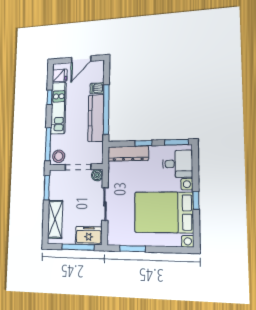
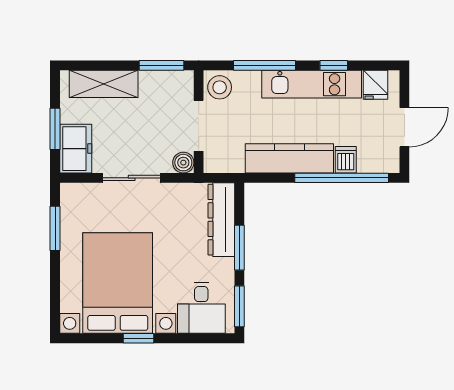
door: (81, 59) -> (404, 127), swing flipped
window: (106, 109) -> (342, 178), moved
window: (143, 143) -> (239, 248), width x1.50
window: (48, 144) -> (265, 65), moved
window: (78, 247) -> (55, 129), width x0.69

